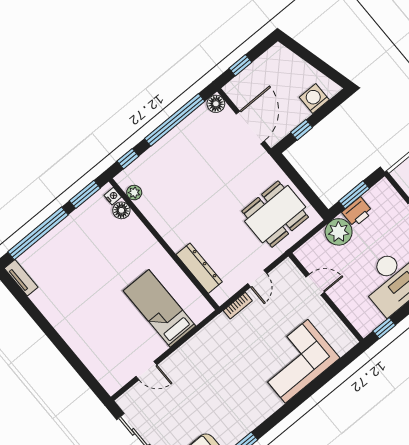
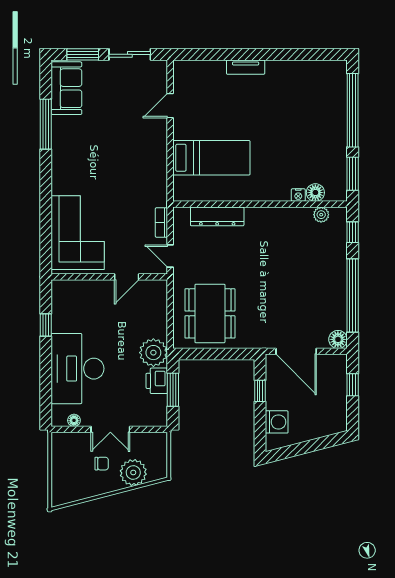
nightstand: (113, 196) -> (298, 195), moved
tv unit: (21, 278) -> (246, 67), moved
door: (315, 285) -> (127, 277), moved
wall: (326, 297) -> (109, 277), moved

